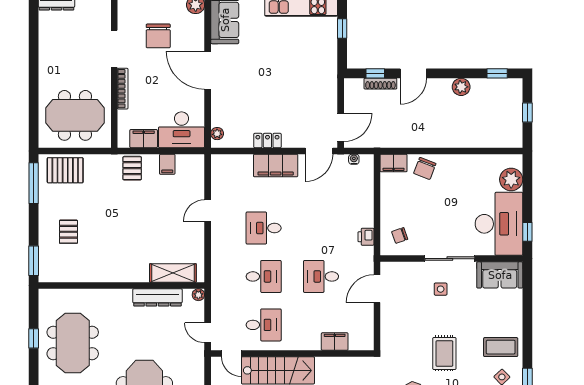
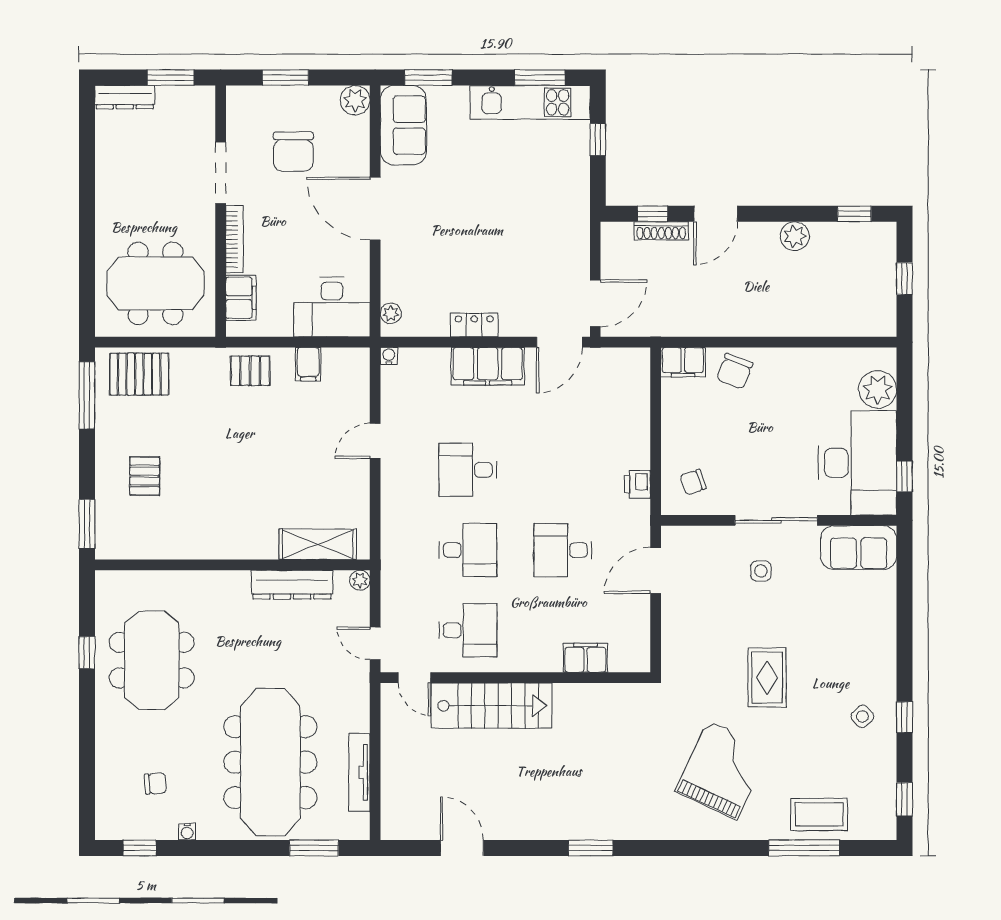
filing cabinet: (144, 139) -> (241, 298), moved, turned 90
water cooler: (354, 159) -> (389, 356), moved
pallet: (132, 168) -> (250, 371), turned 90
coffee table: (501, 347) -> (860, 667), removed

